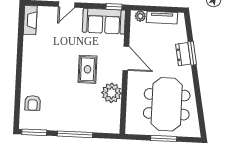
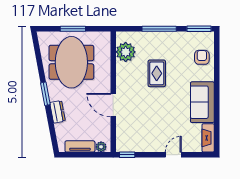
sofa: (104, 21) -> (202, 102), moved, turned -90
window: (192, 53) -> (45, 94), moved
rug: (87, 69) -> (157, 73), moved
plant: (111, 93) -> (126, 52), moved

